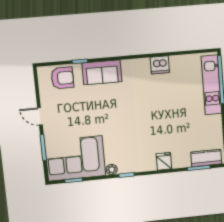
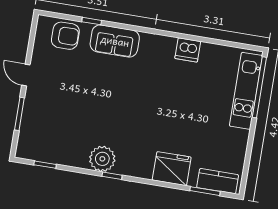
corner sofa: (75, 158) -> (54, 138), removed
fridge: (164, 161) -> (172, 169), width x1.88, depth x1.34
plant: (112, 170) -> (102, 159), width x1.88, depth x1.88

